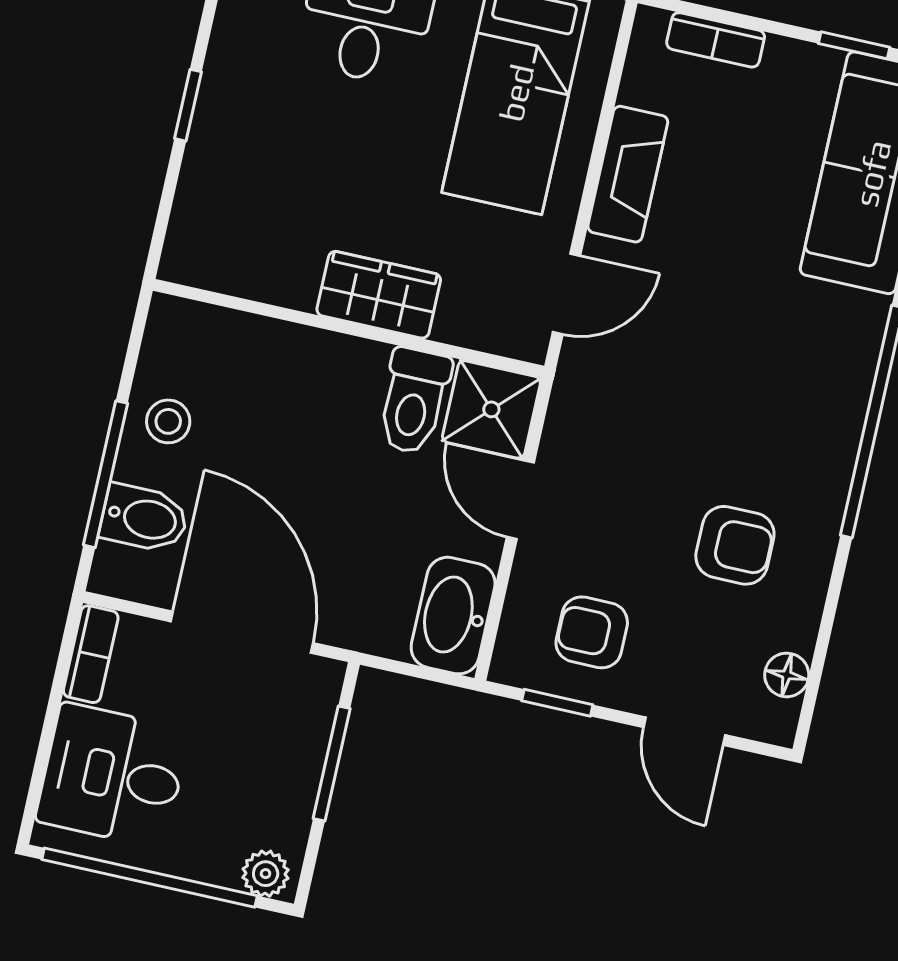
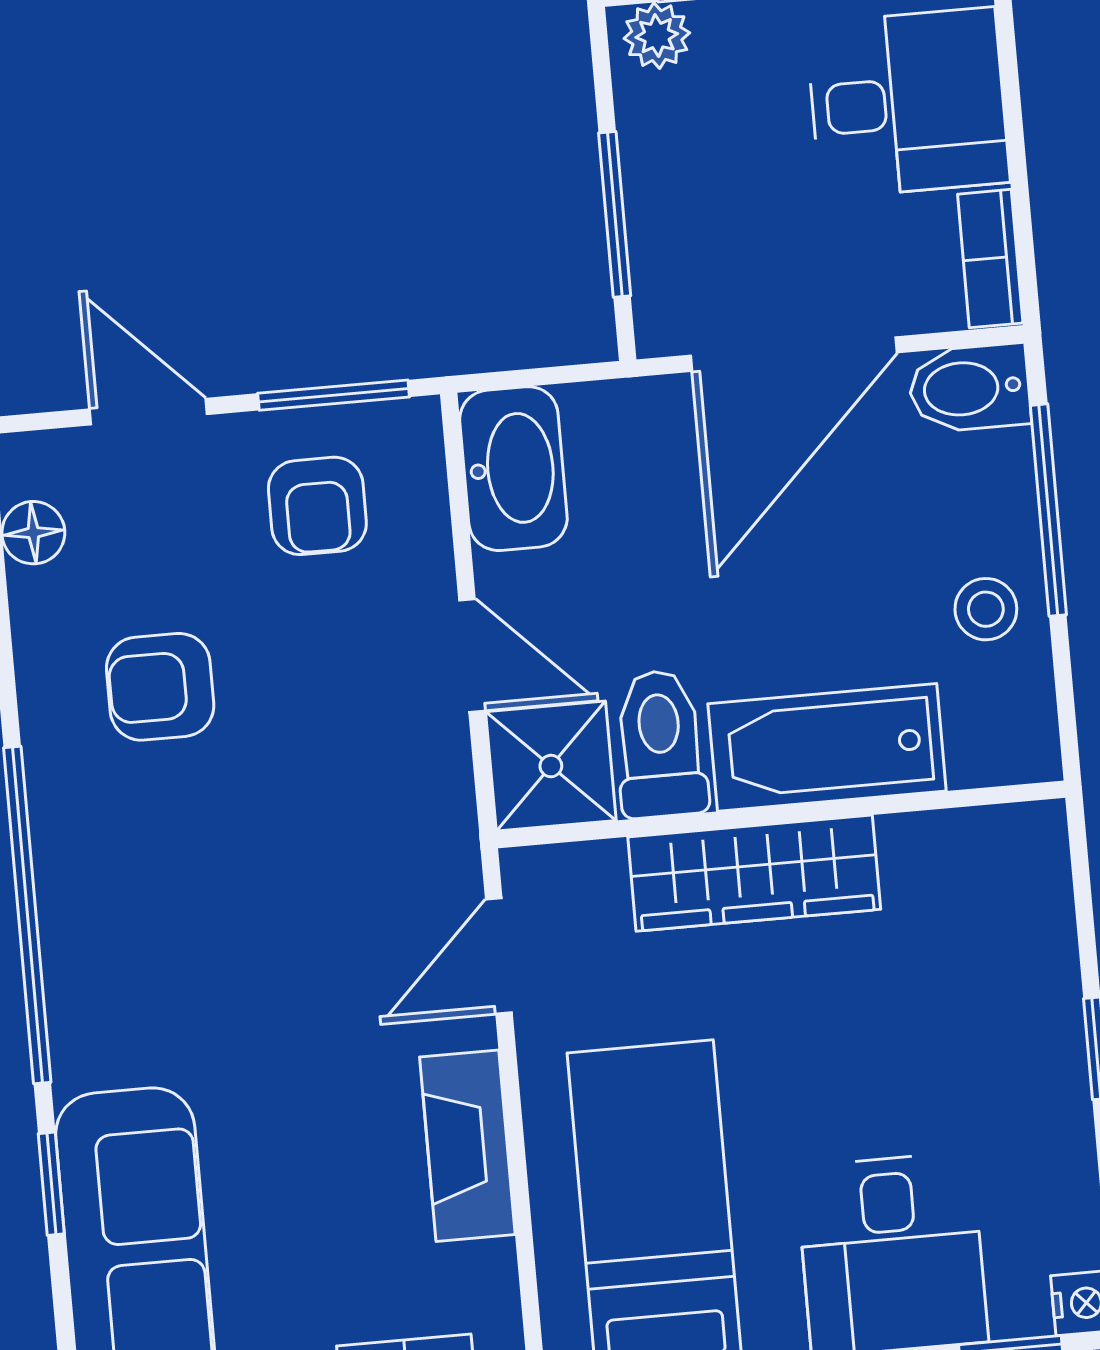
wardrobe: (379, 295) -> (754, 873), width x1.50
bathtub: (303, 363) -> (827, 747), added
bidet: (144, 518) -> (969, 388), moved
door: (242, 632) -> (794, 354), hinge flipped
armchair: (592, 632) -> (317, 506), turned 90
window: (557, 703) -> (334, 395), width x1.50

